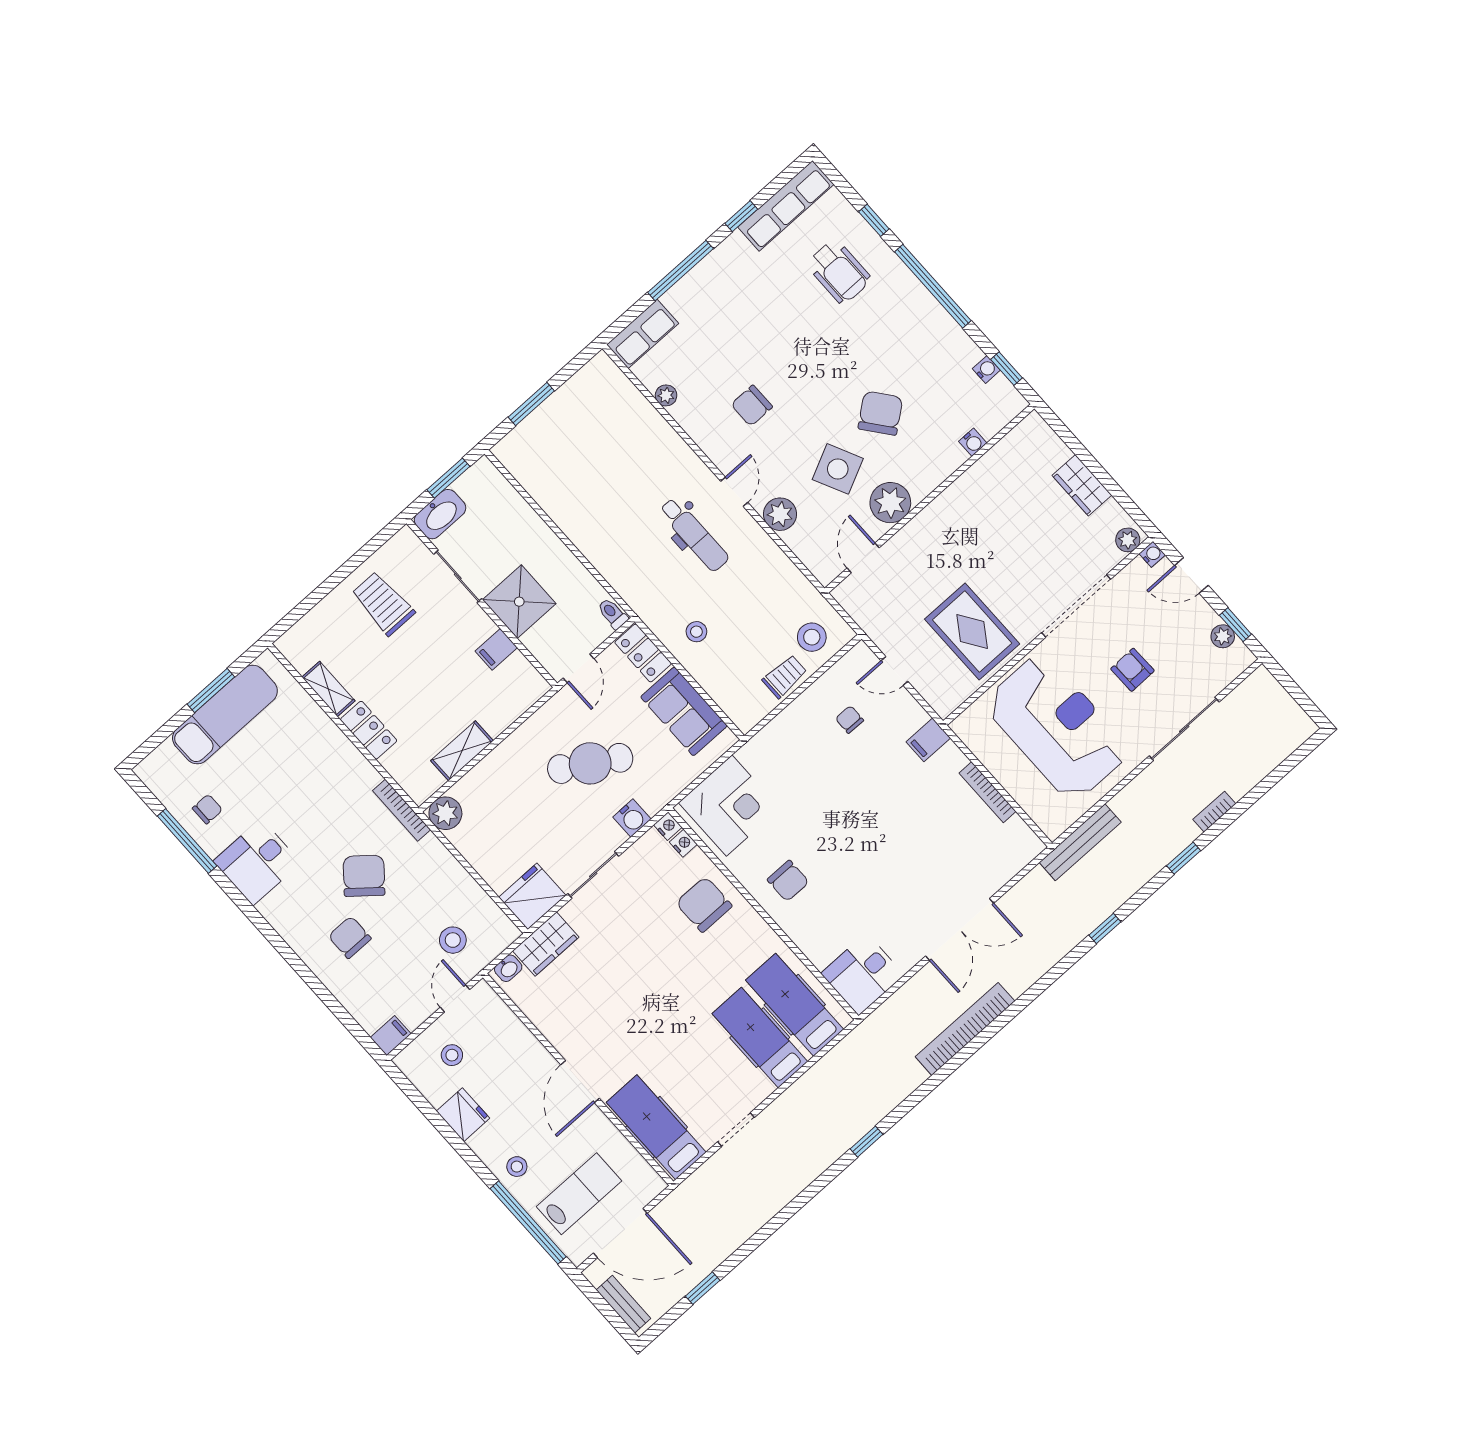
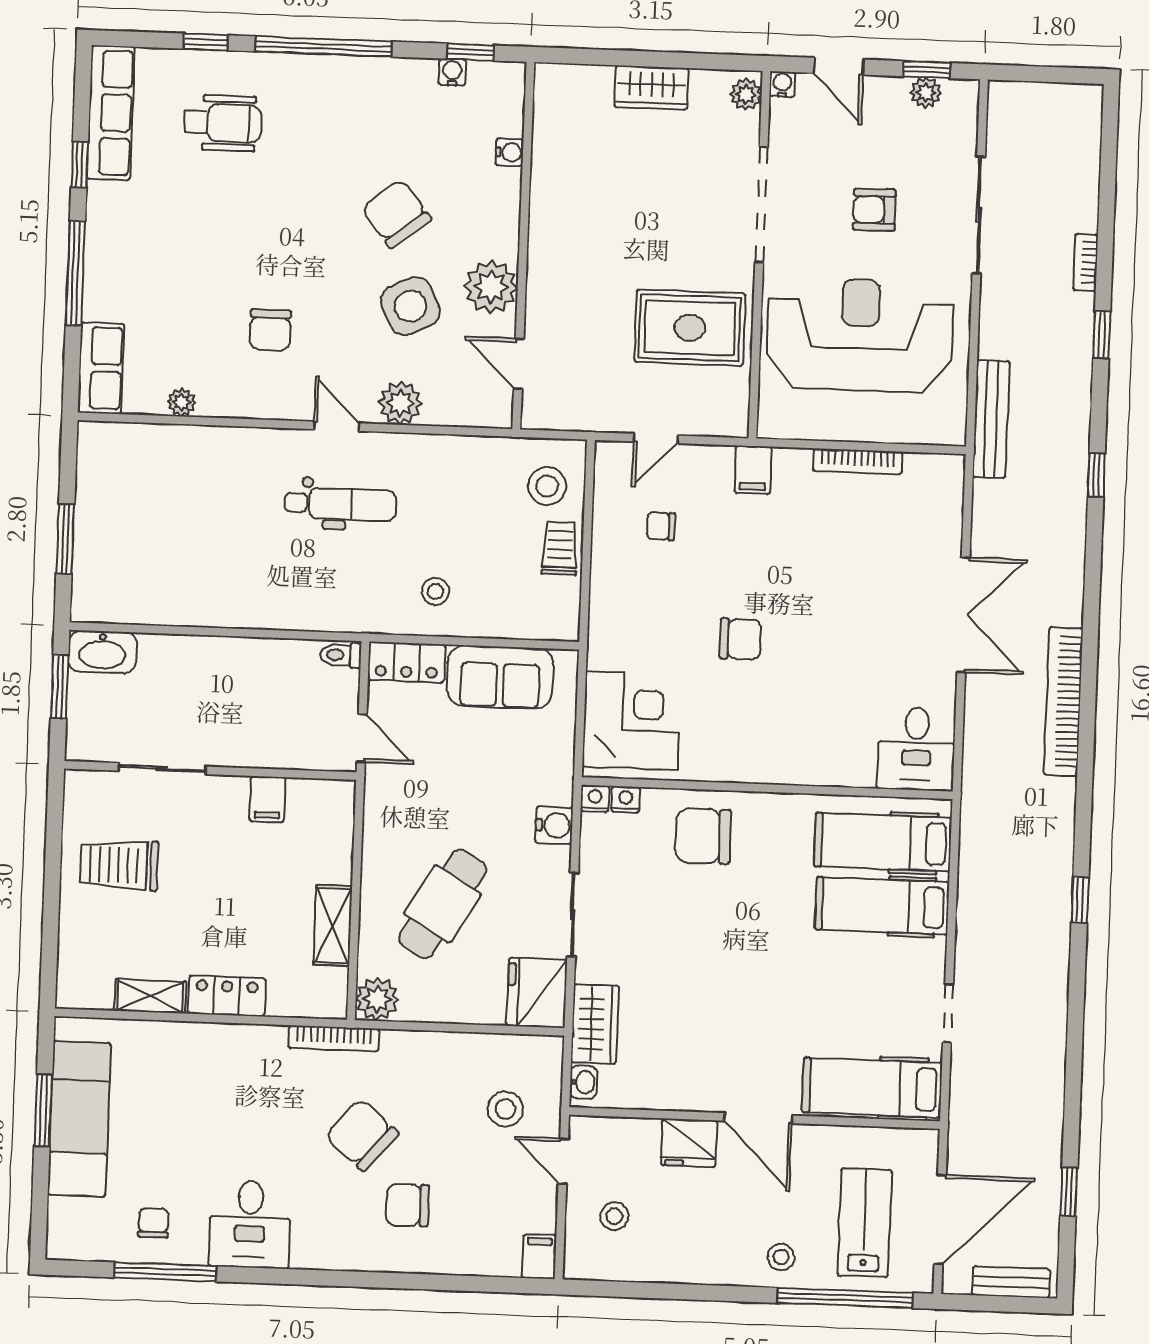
washbasin: (440, 514) -> (102, 652), moved, turned 90
door: (1191, 575) -> (839, 66), hinge flipped
shower: (519, 602) -> (243, 733), removed
cafe table: (590, 763) -> (442, 904), moved
chair: (788, 881) -> (740, 639), moved
fridge: (463, 1115) -> (689, 1143), moved, turned 180

